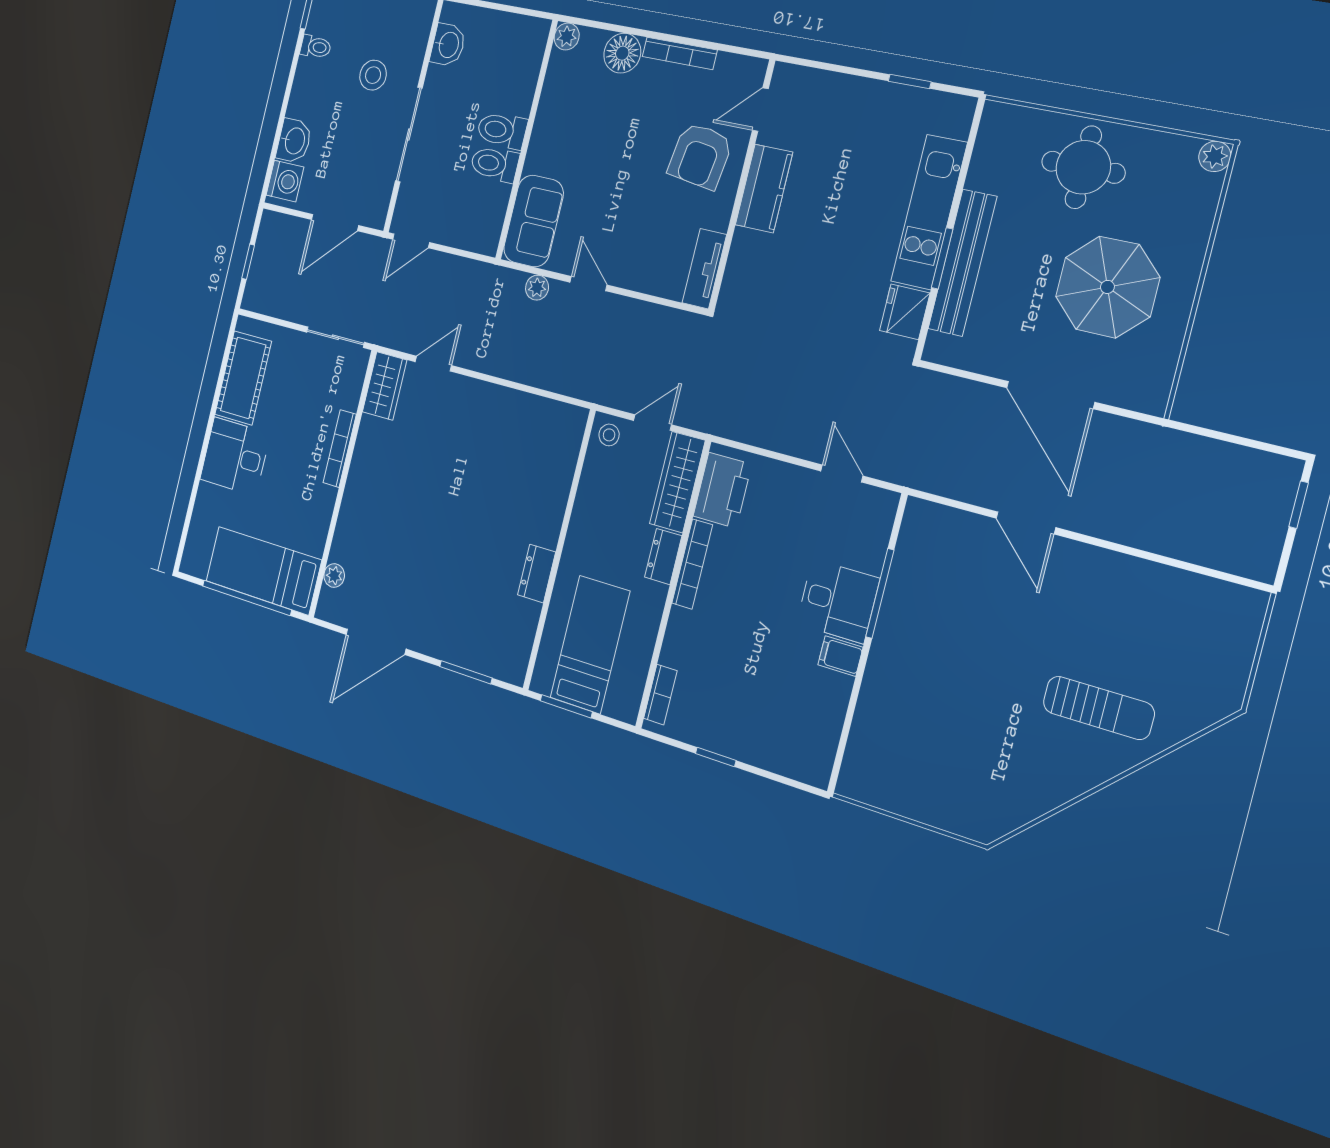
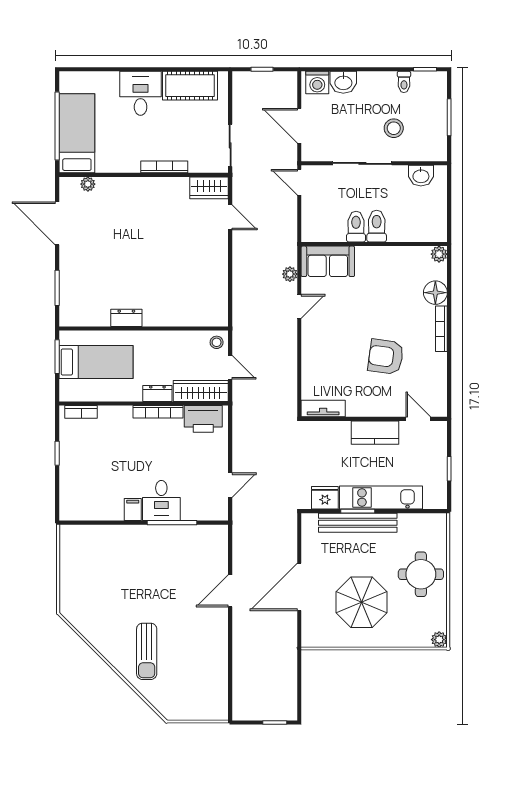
door: (760, 110) -> (418, 419), moved
wall: (742, 185) -> (374, 419), moved
kitchen counter: (764, 188) -> (375, 433), moved
tv unit: (704, 269) -> (323, 409), moved

